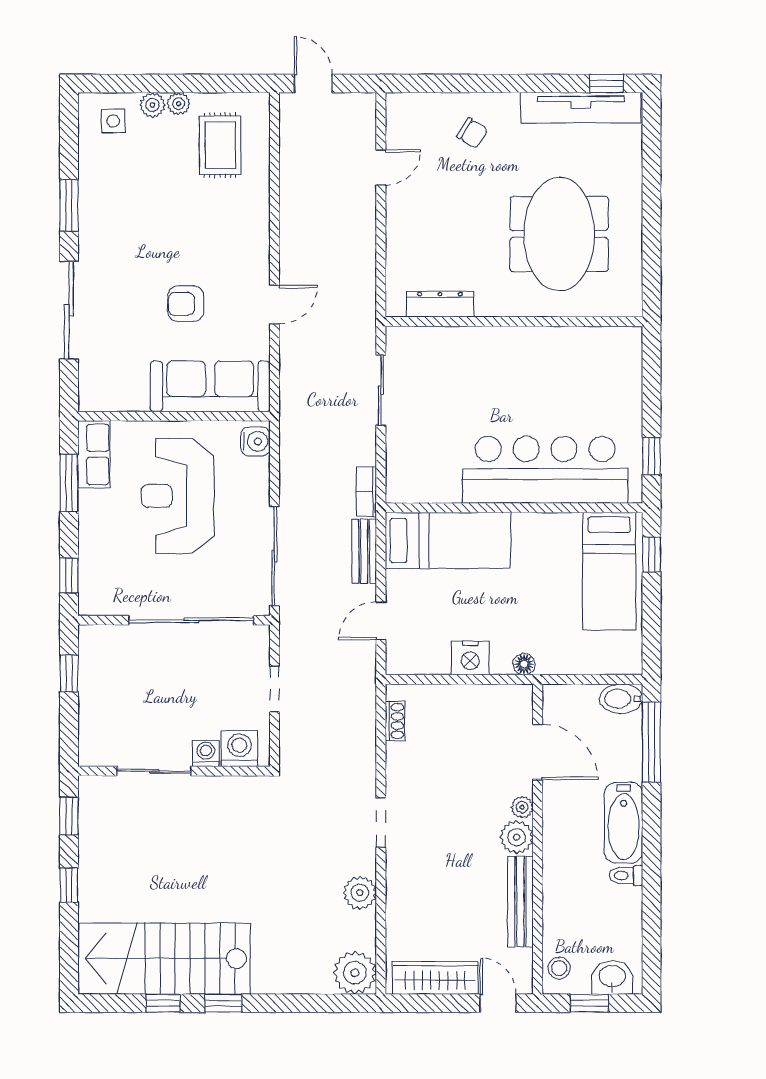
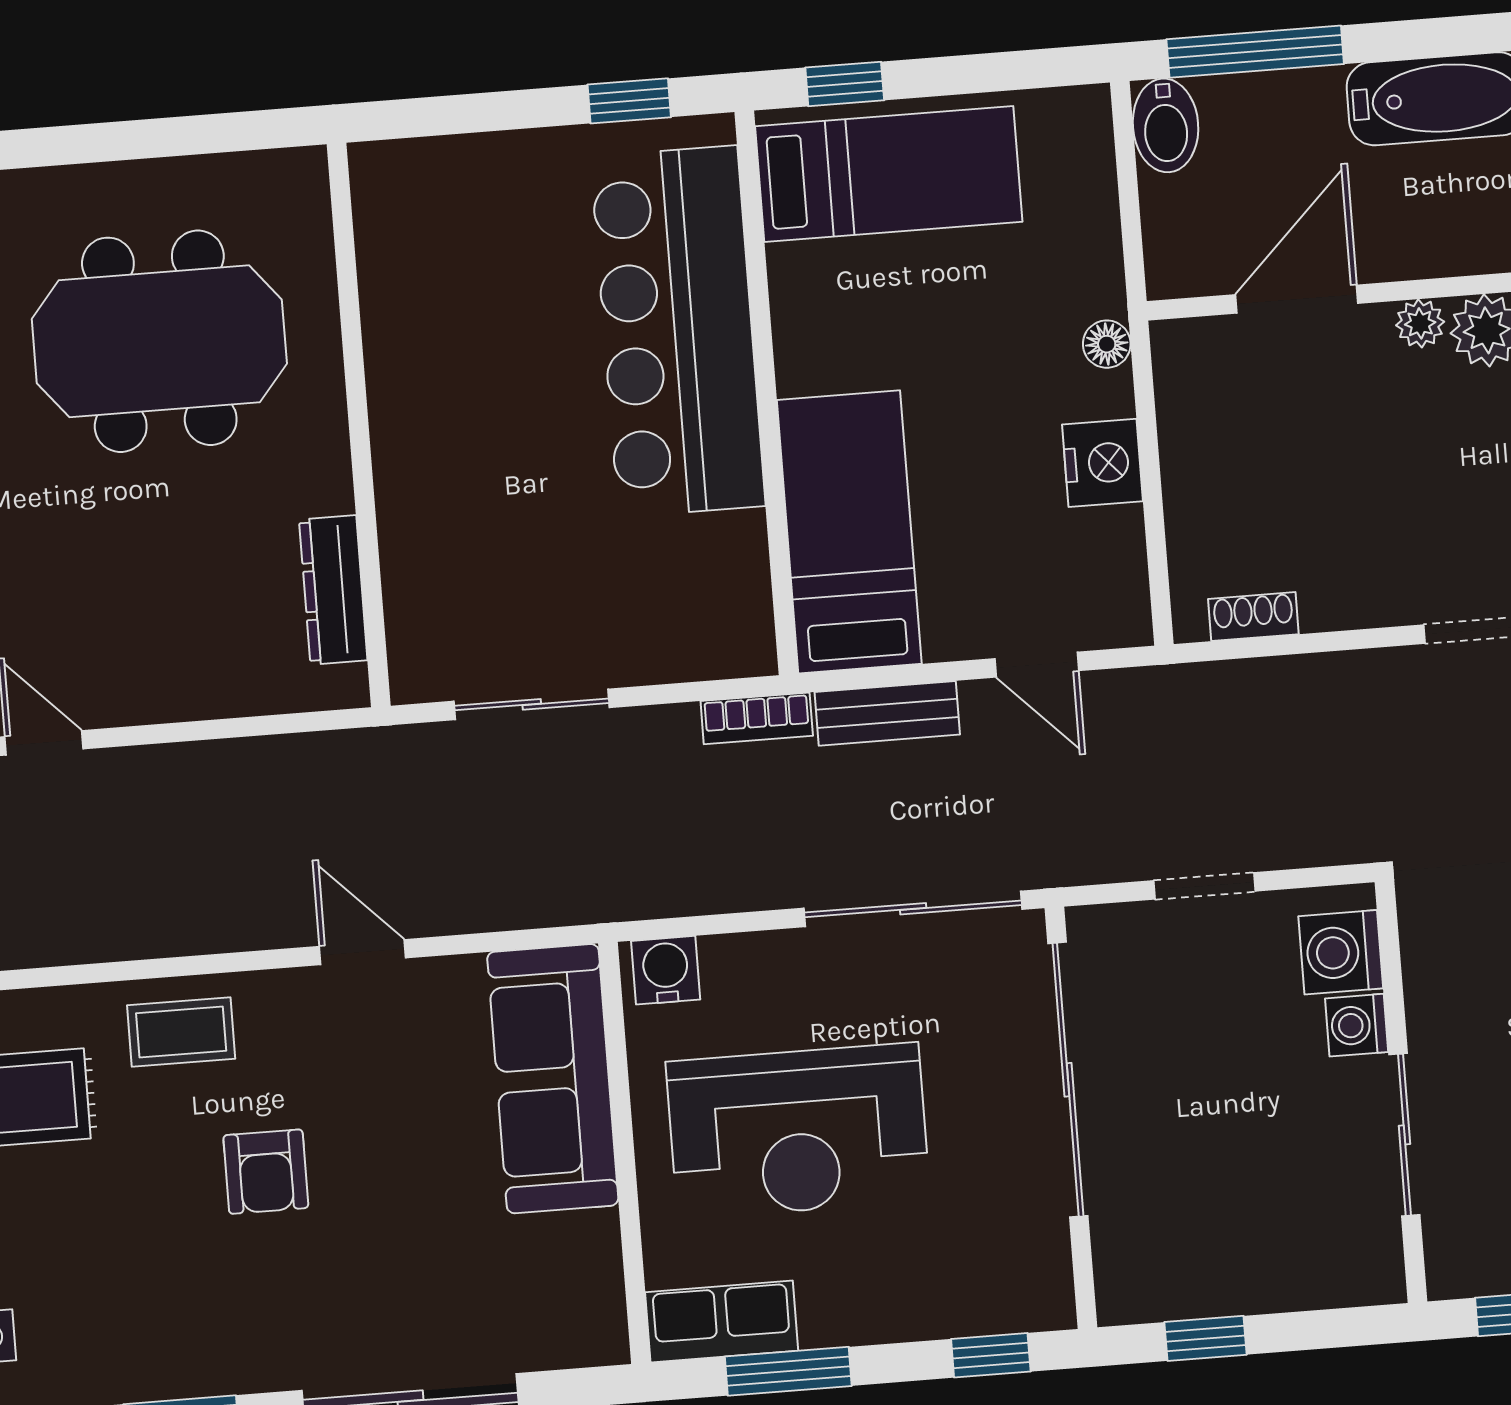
coffee table: (245, 219) -> (181, 1032), added
armchair: (186, 304) -> (266, 1172), moved

